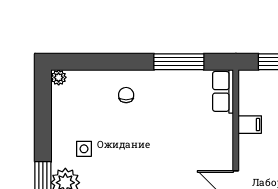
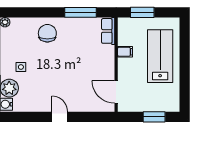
chair: (126, 95) -> (47, 33), width x1.87, depth x1.87

